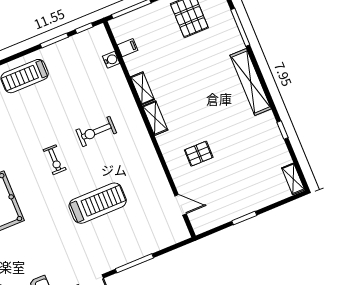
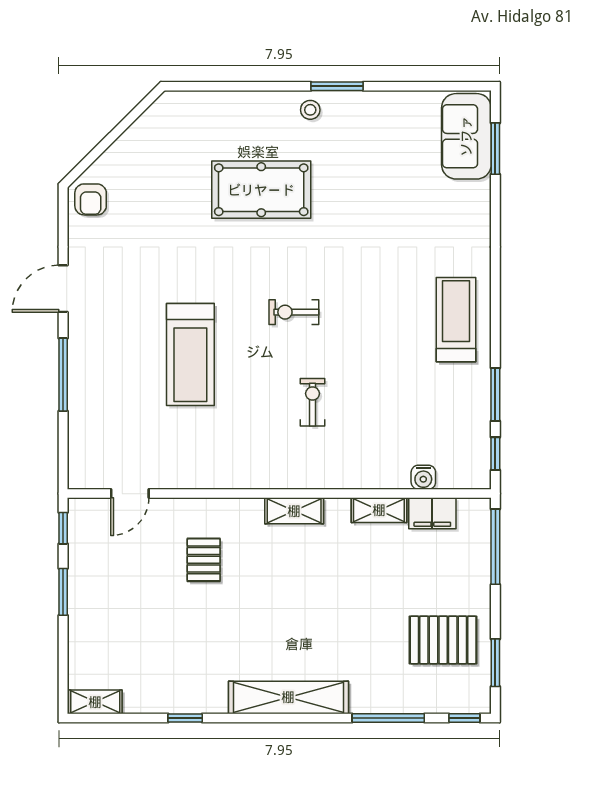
filing cabinet: (128, 48) -> (432, 513), width x2.00
shelving: (142, 88) -> (379, 510), moved
exercise bike: (96, 131) -> (313, 402), width x0.73, depth x0.72
window: (212, 231) -> (63, 528), added

